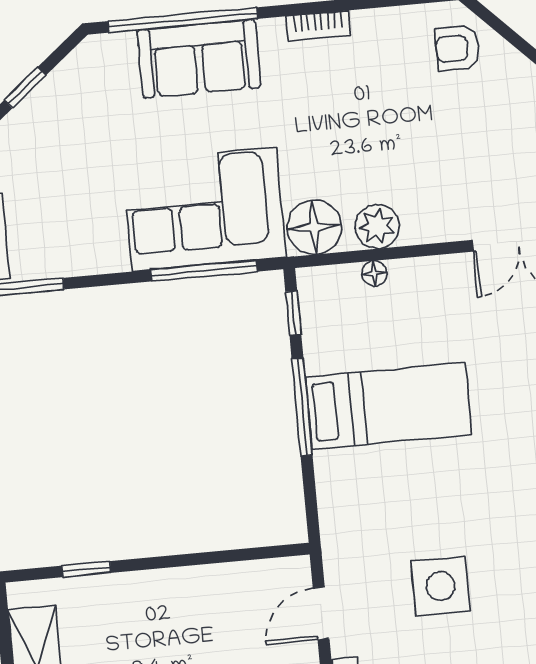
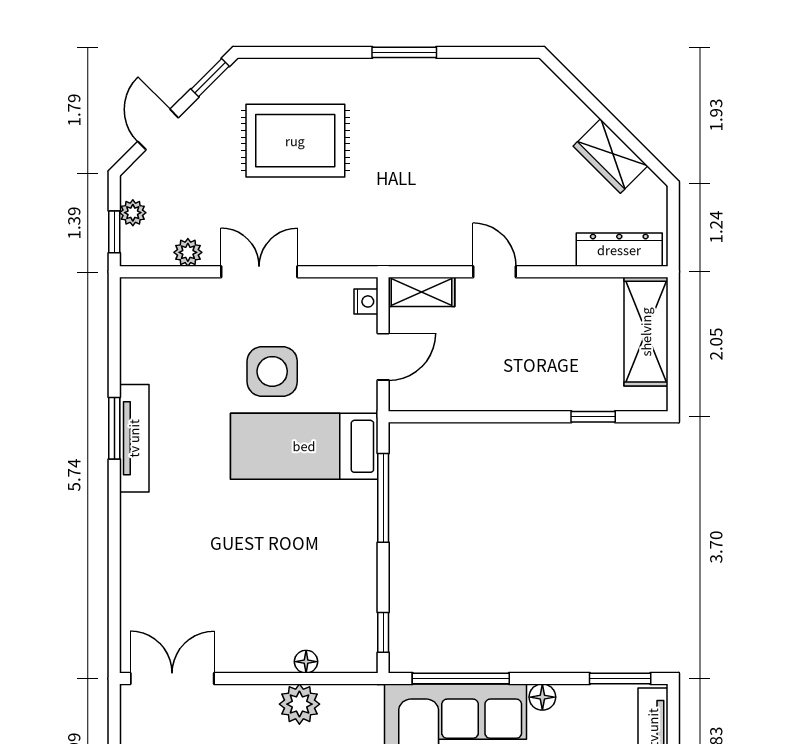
floor lamp: (314, 227) -> (542, 697), moved, width x0.53, depth x0.53
bed: (389, 406) -> (304, 446), moved
window: (302, 407) -> (383, 498), moved

